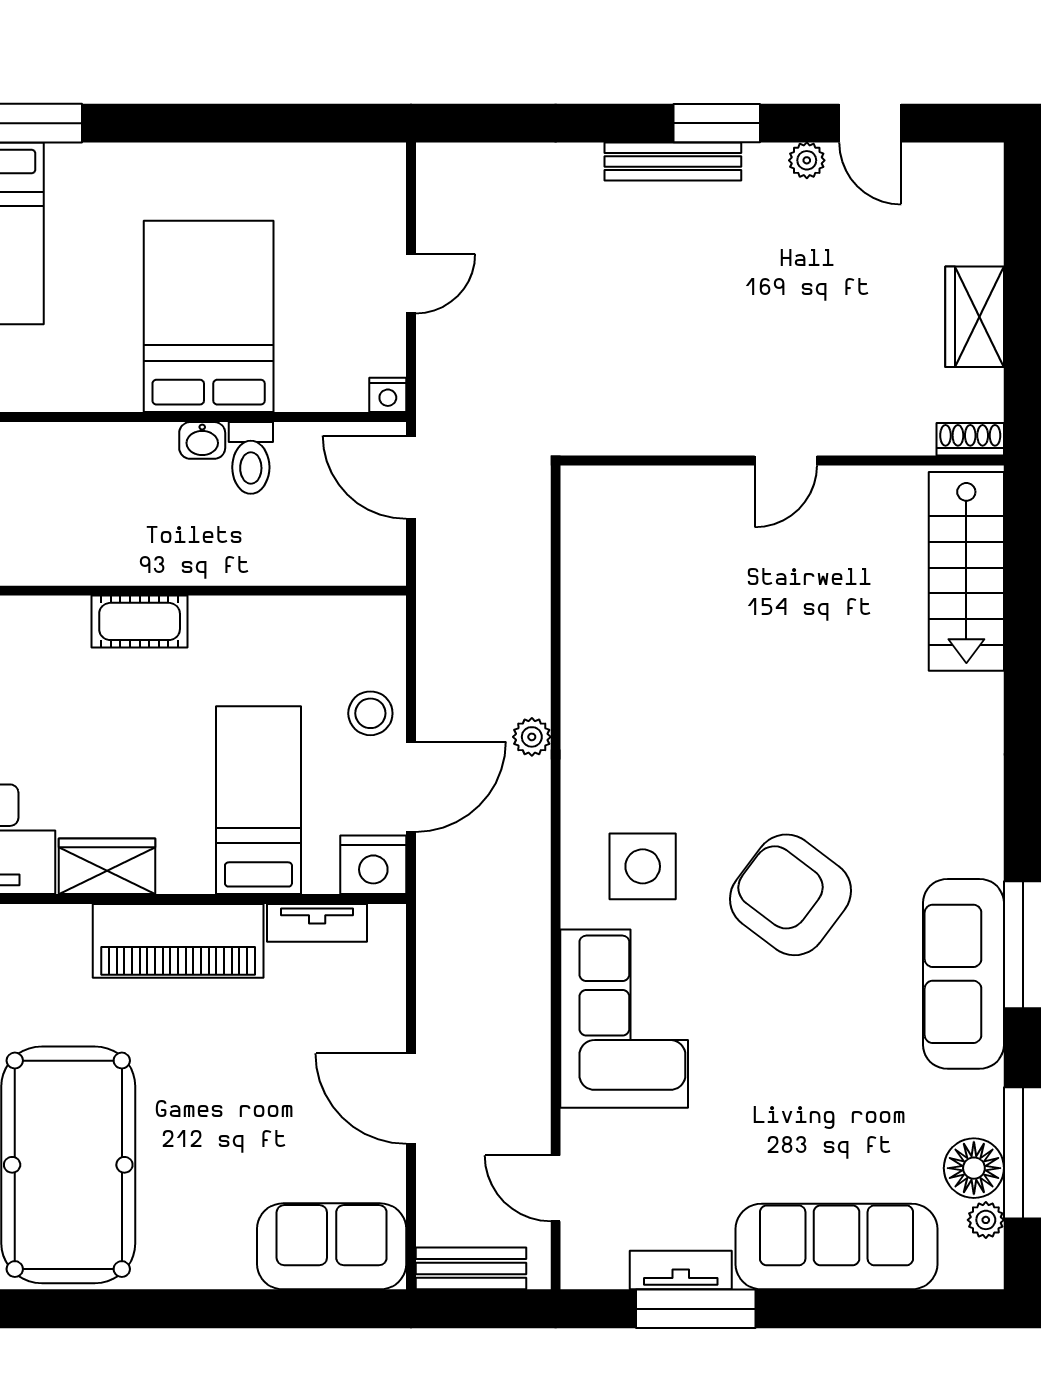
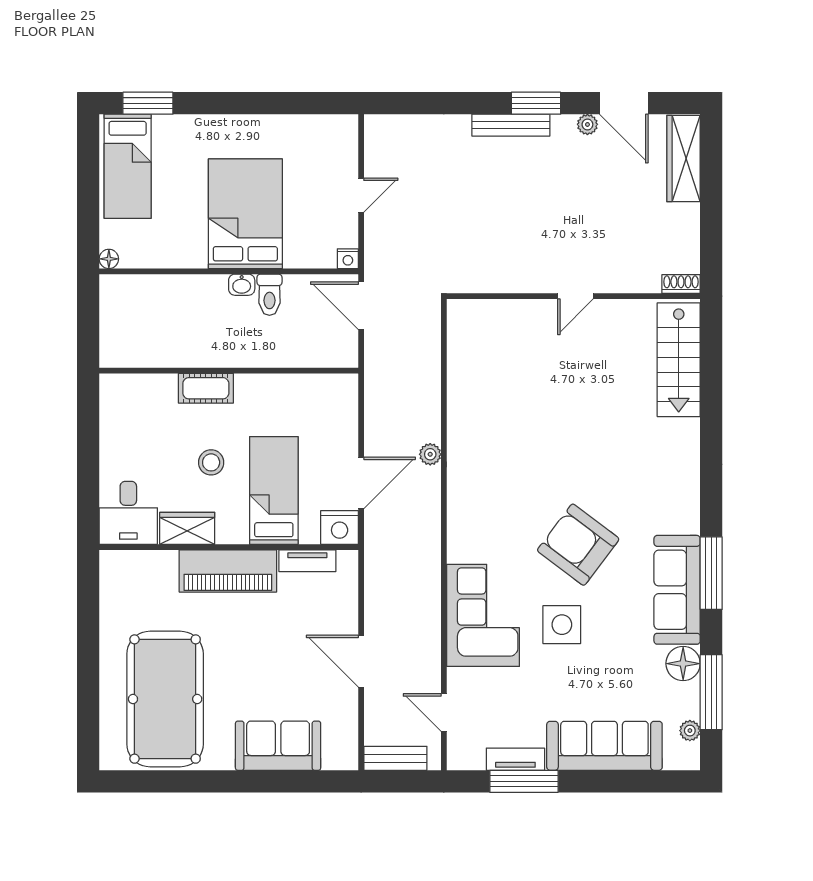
door: (870, 123) -> (624, 103), width x1.38
wardrobe: (975, 317) -> (683, 158), moved, width x1.50
stool: (370, 713) -> (211, 462), moved
side table: (643, 866) -> (562, 625), moved
floor lamp: (974, 1168) -> (683, 664), moved
sofa: (332, 1246) -> (278, 746), moved

